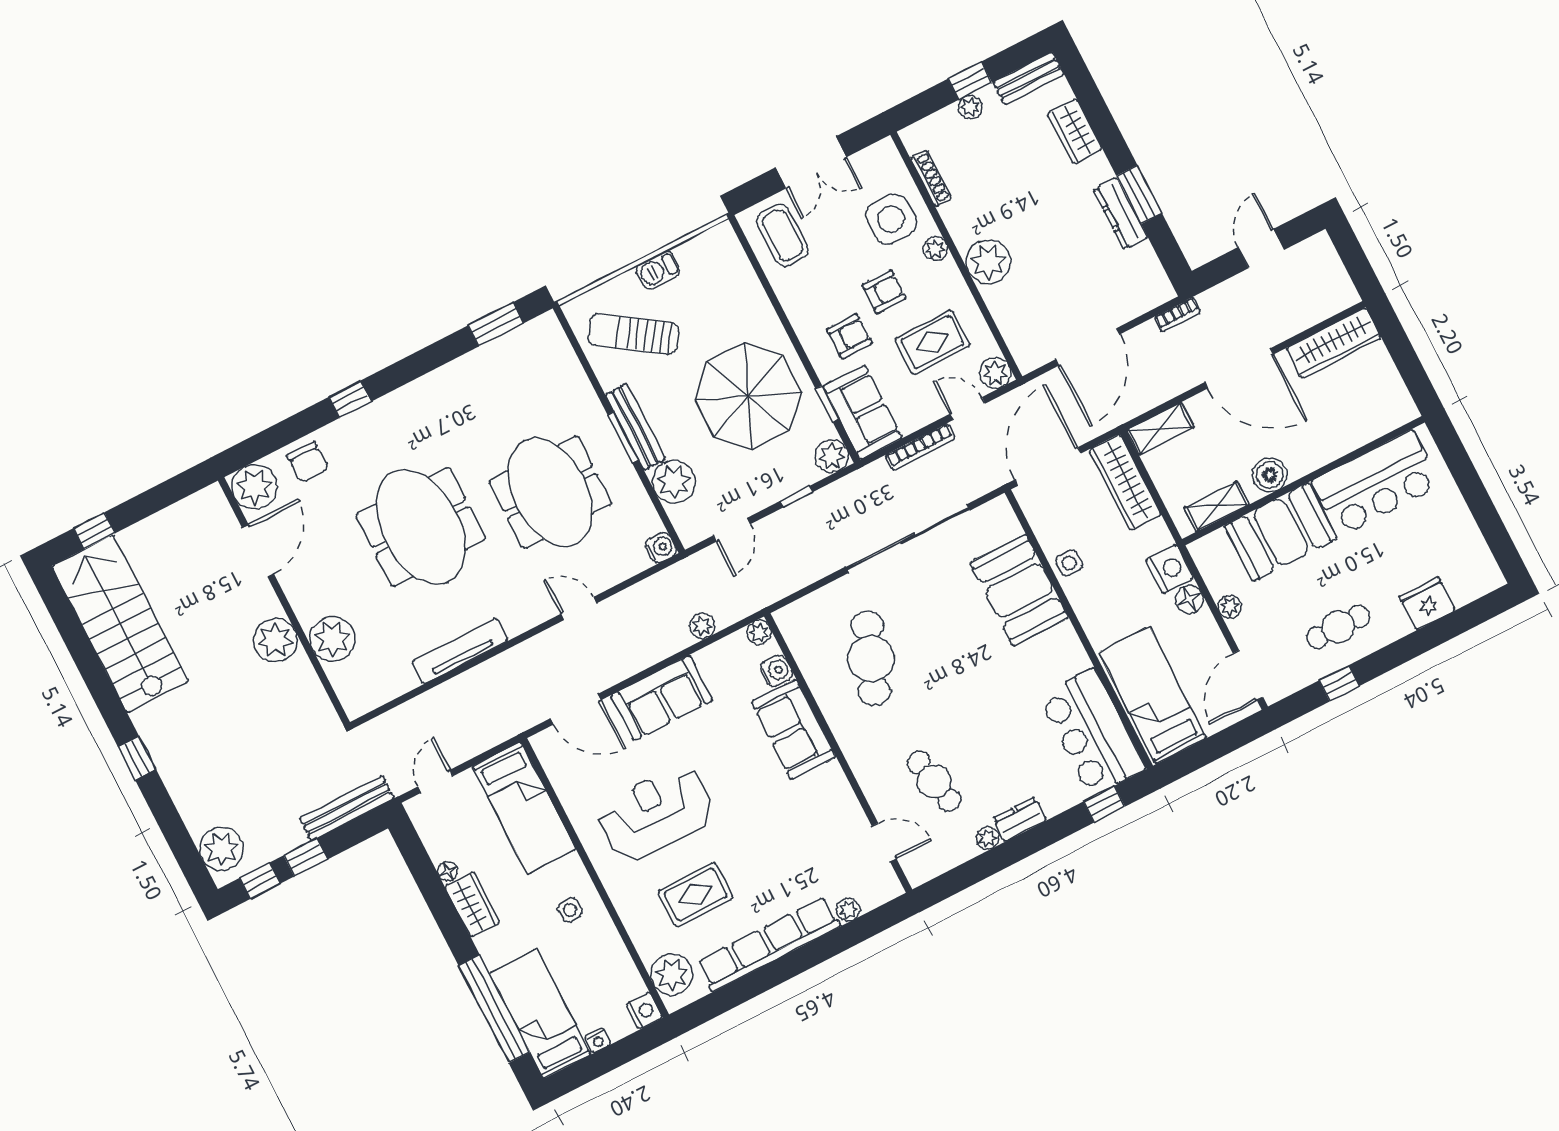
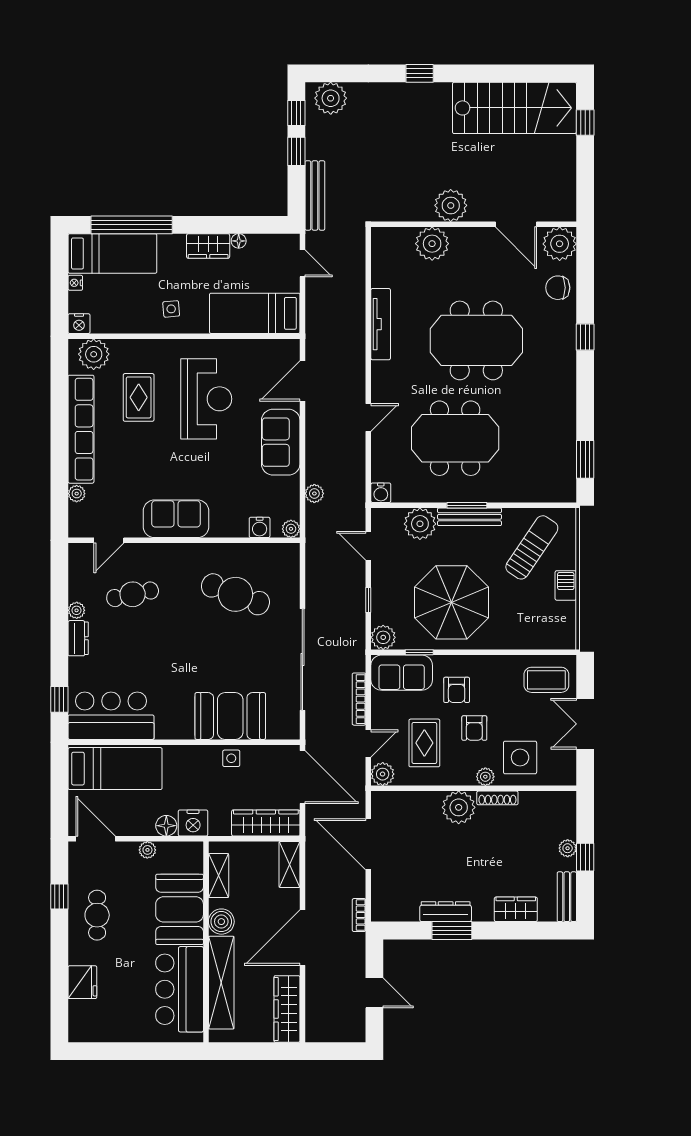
shoe rack: (931, 178) -> (497, 798), moved
shelving: (1343, 437) -> (221, 983), added
sofa: (794, 729) -> (176, 519), moved

